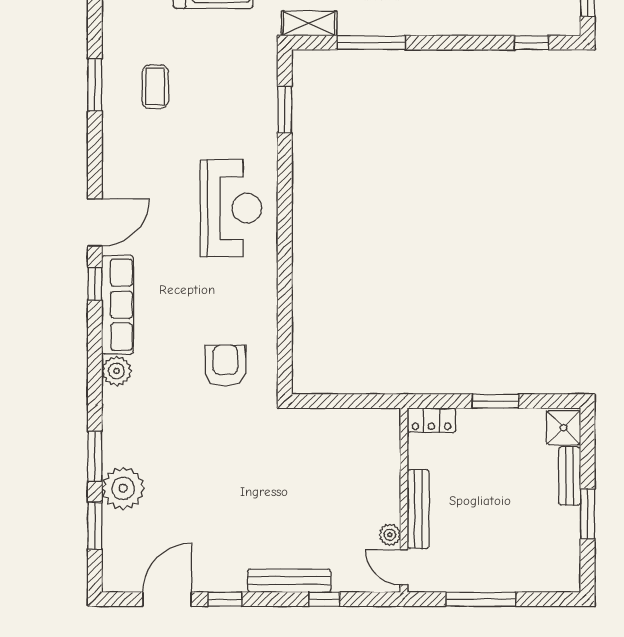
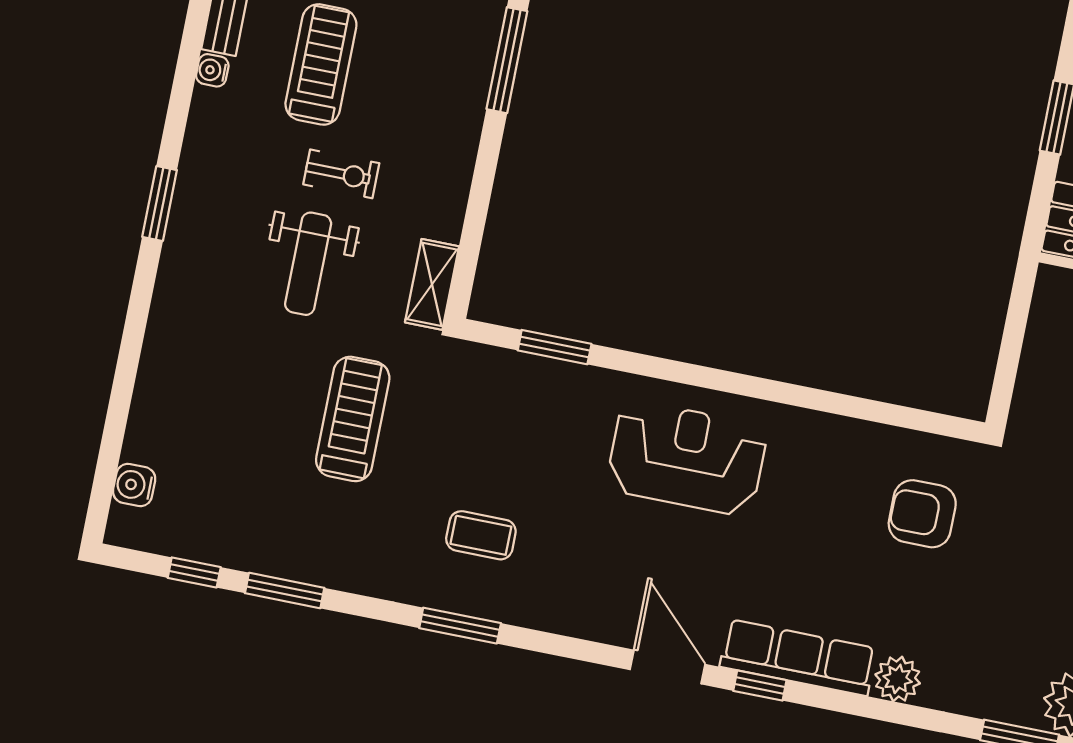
window: (371, 43) -> (507, 60), moved

